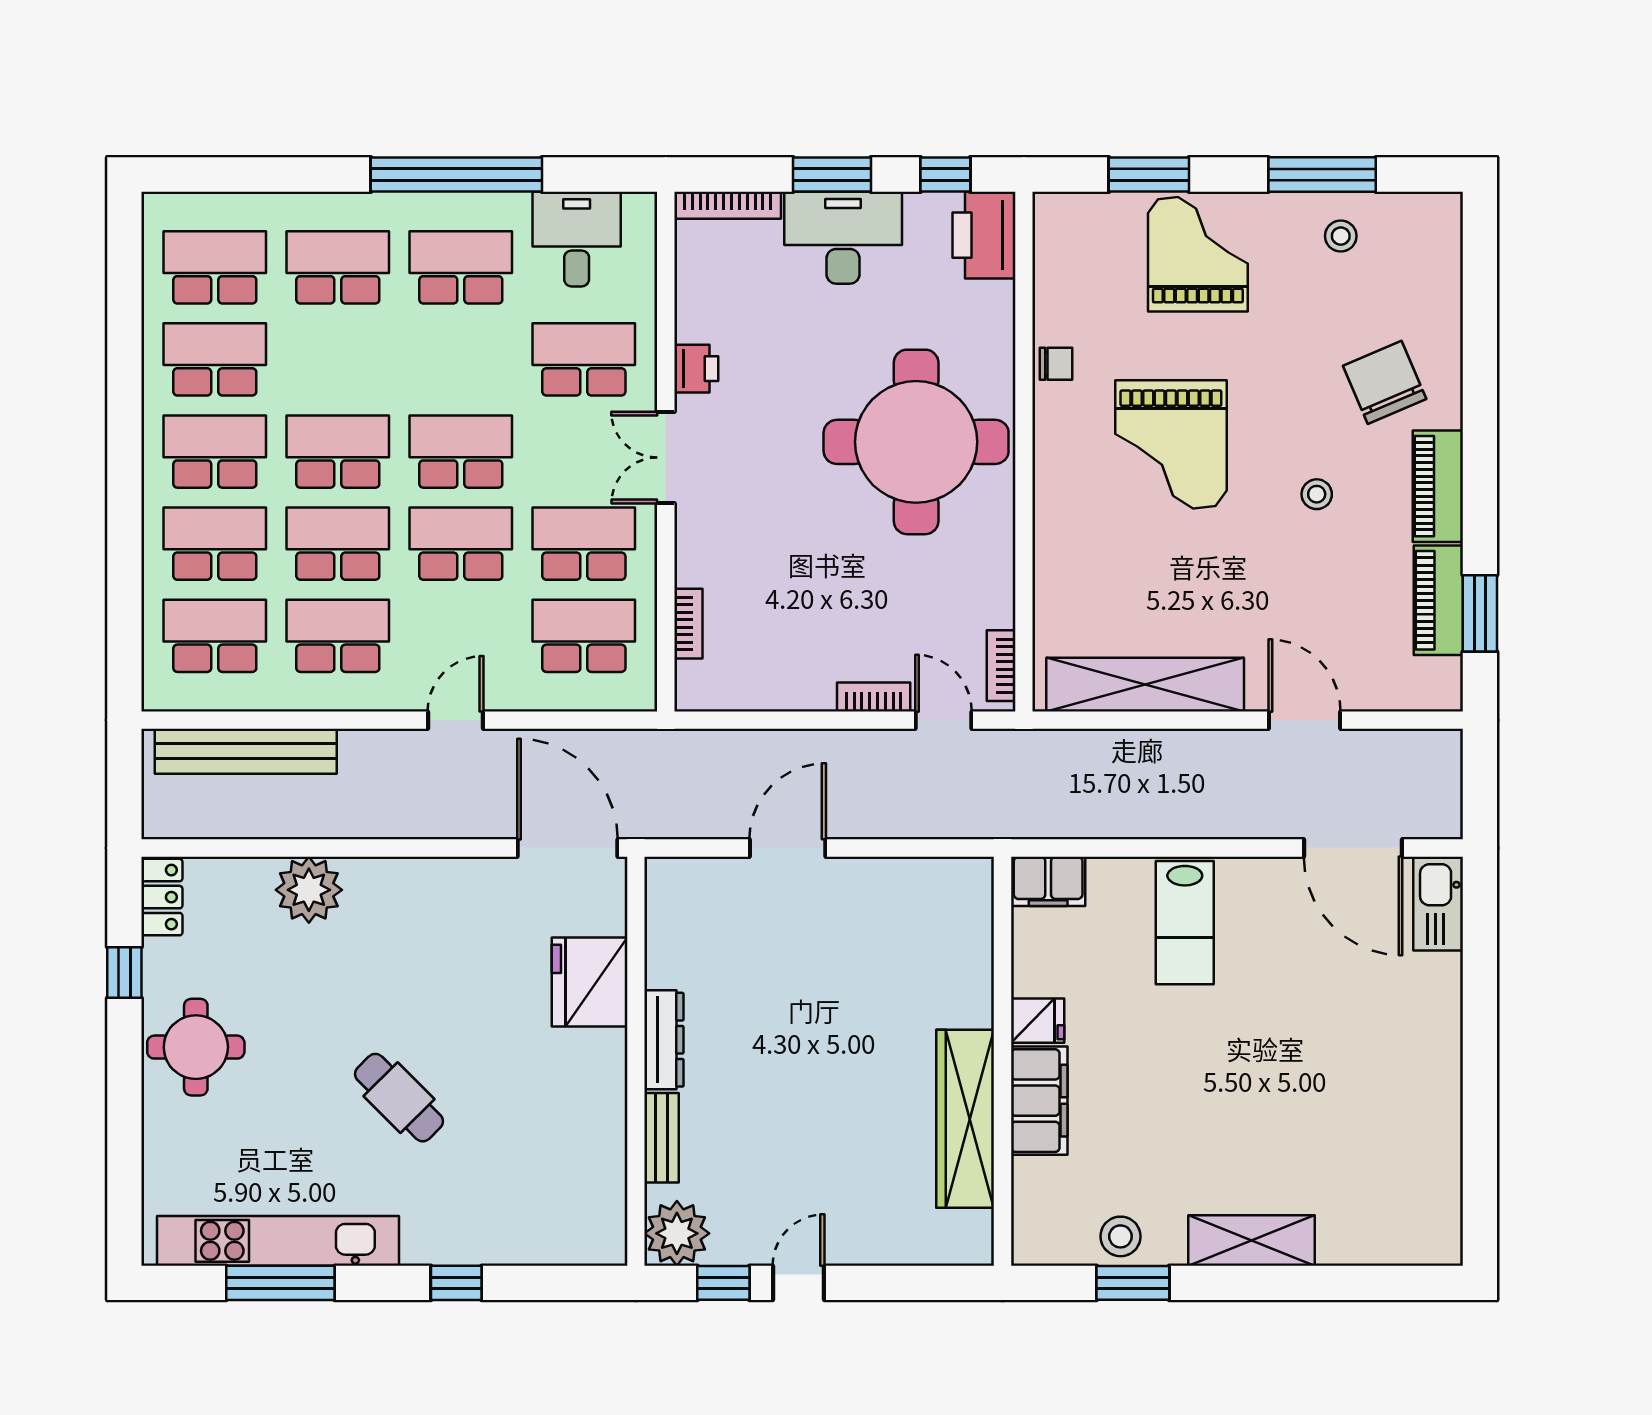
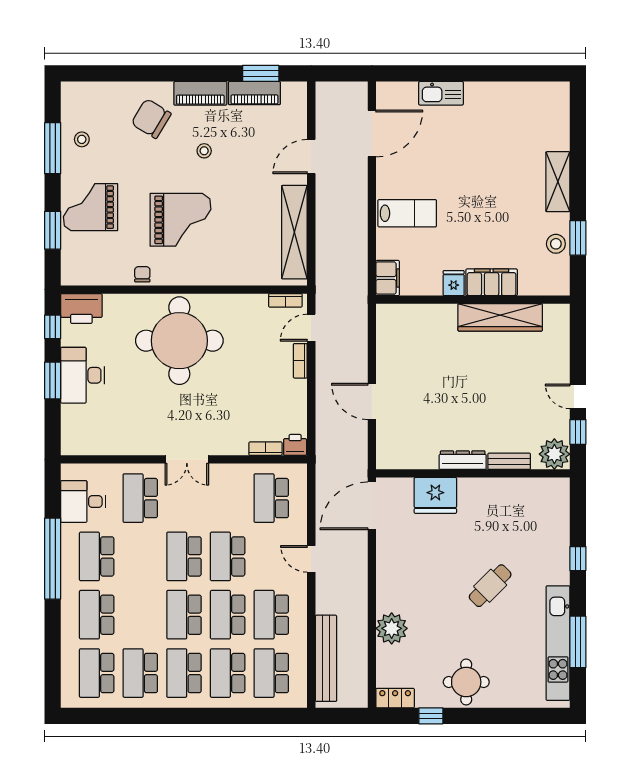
bookcase: (728, 205) -> (67, 430), removed
printer: (696, 369) -> (295, 445), moved
chair: (1385, 382) -> (151, 119), turned 54
school desk: (584, 544) -> (228, 498), removed
kitchen sink: (1438, 904) -> (441, 93), moved

